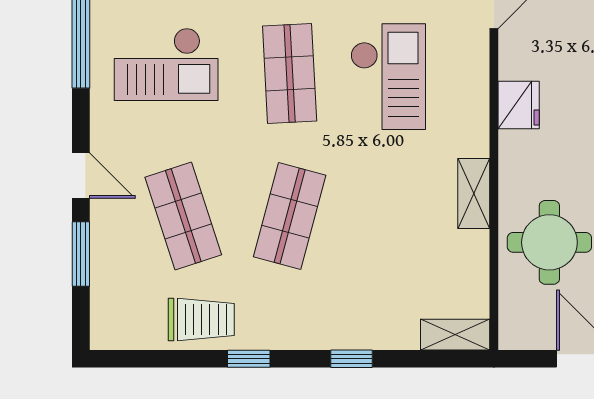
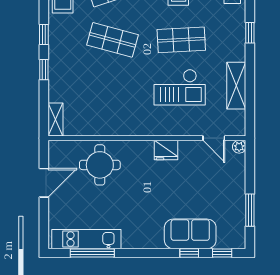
shelving: (474, 193) -> (123, 129), removed
window: (249, 359) -> (44, 34), moved

